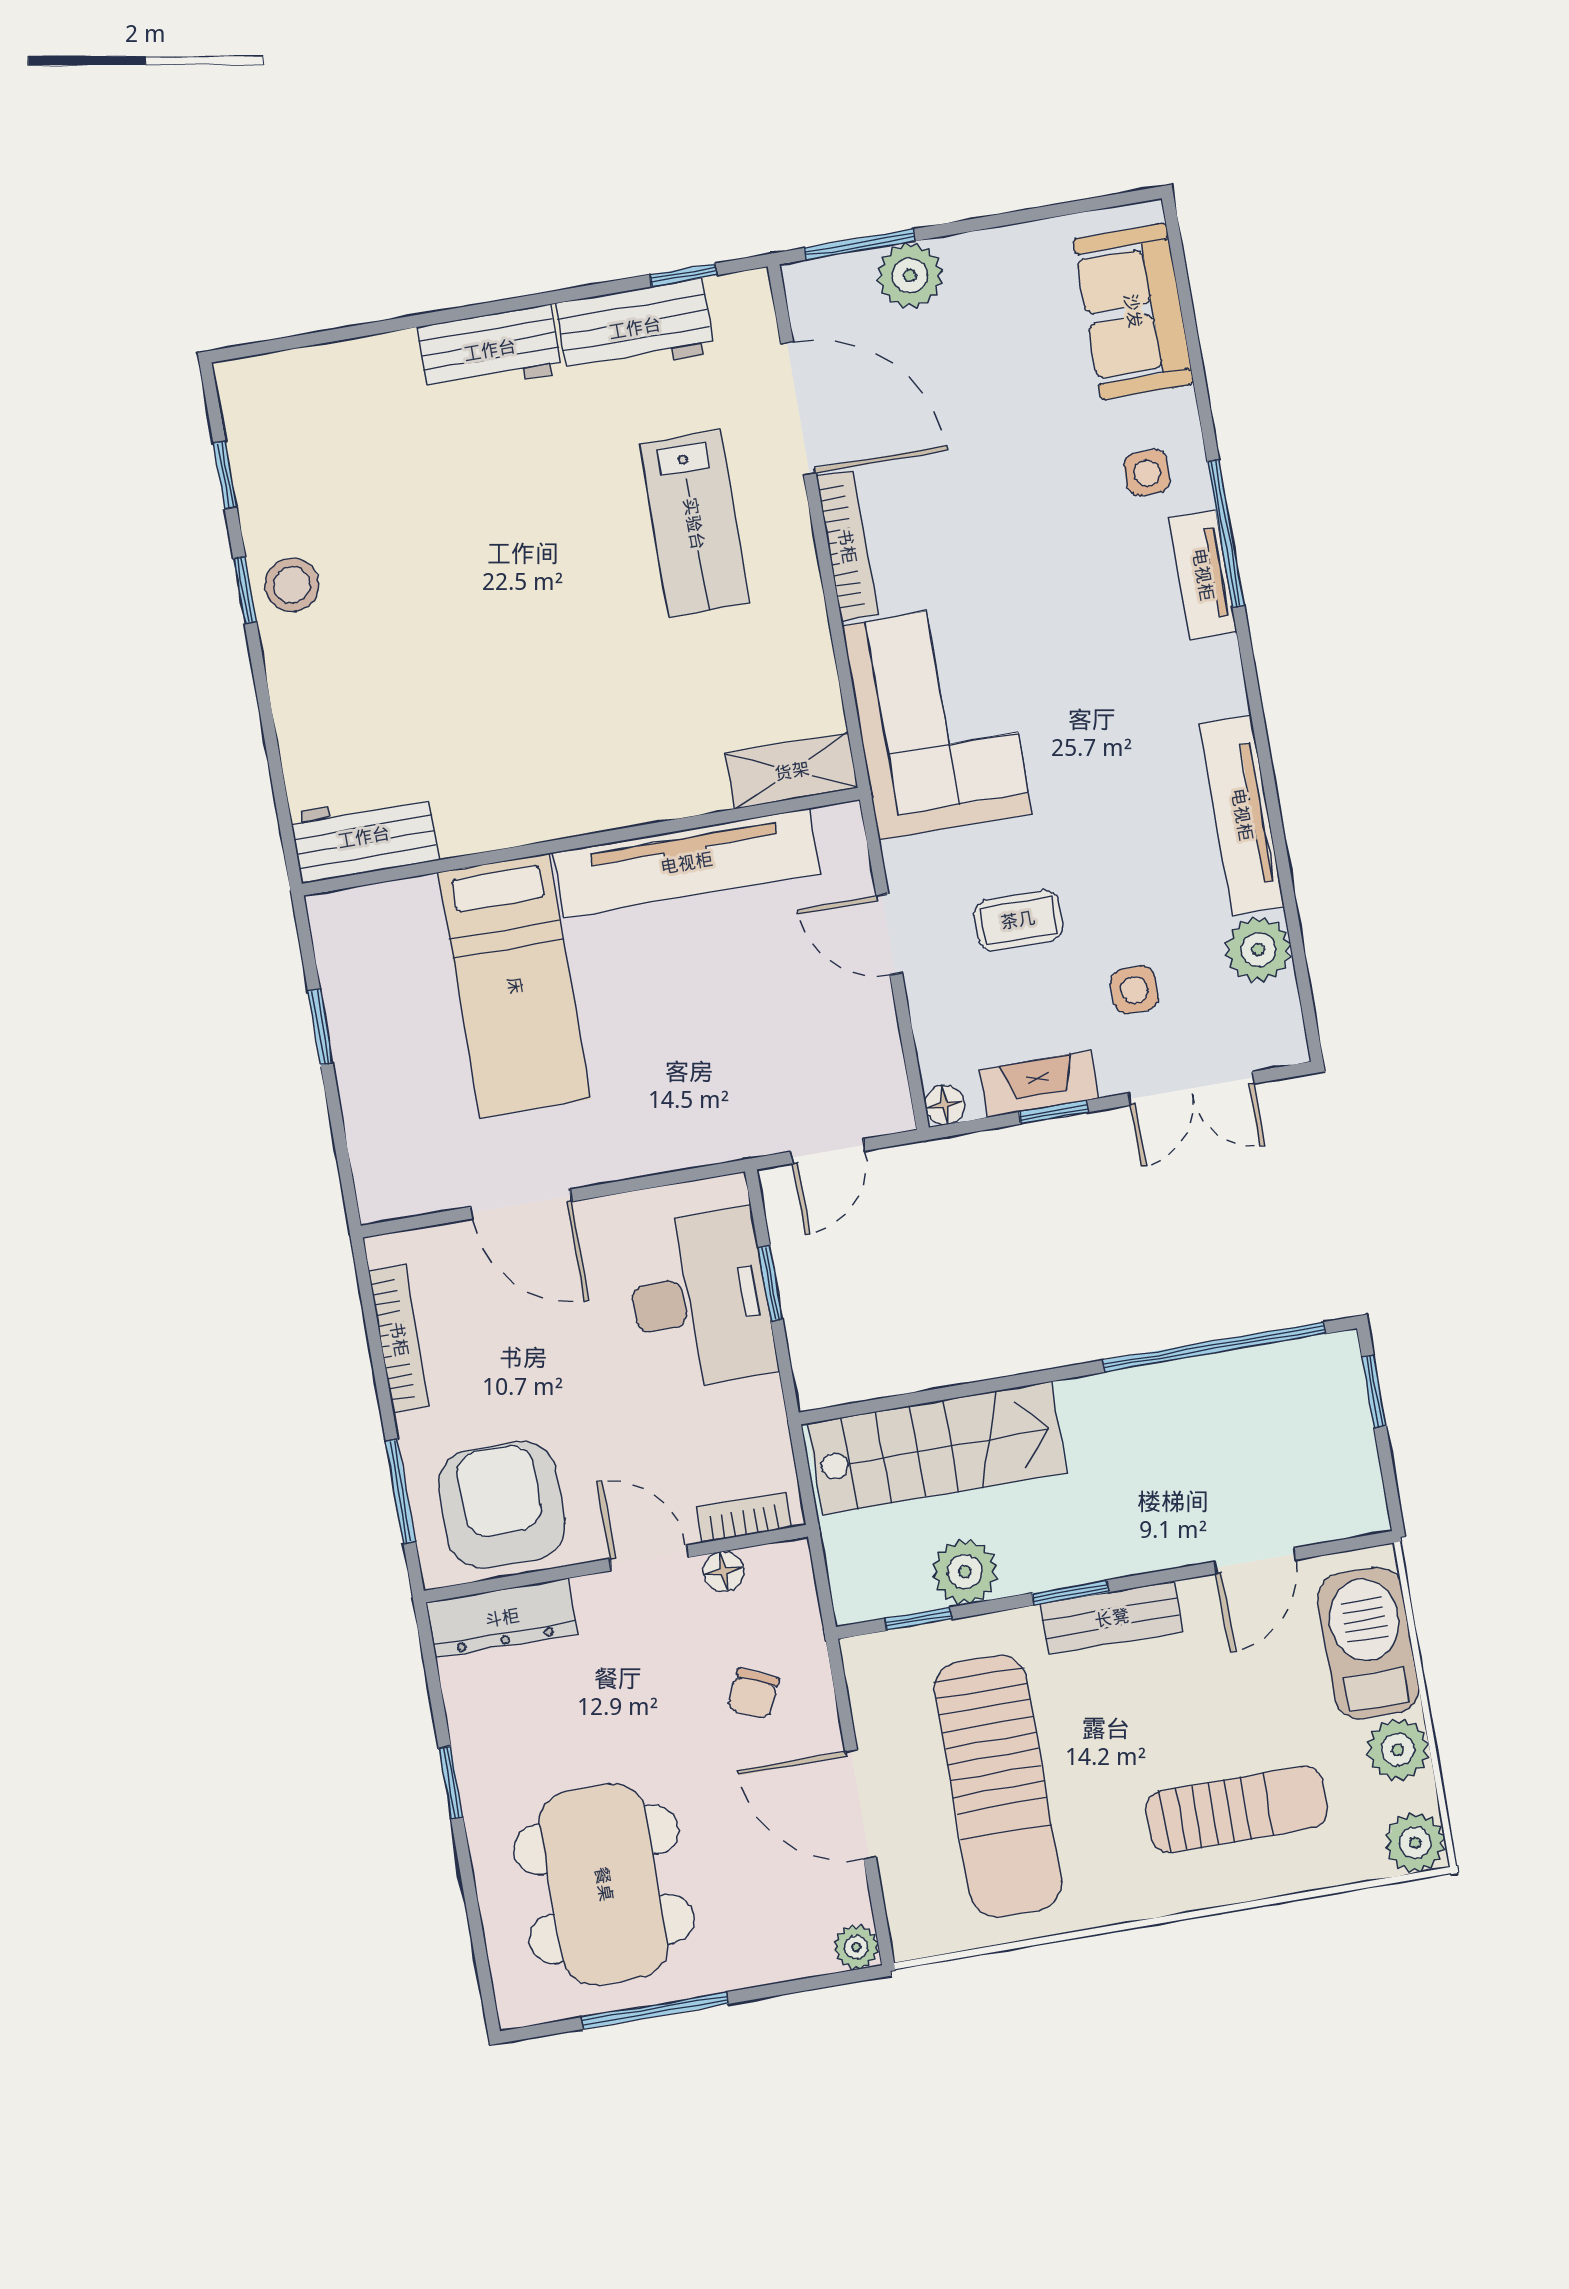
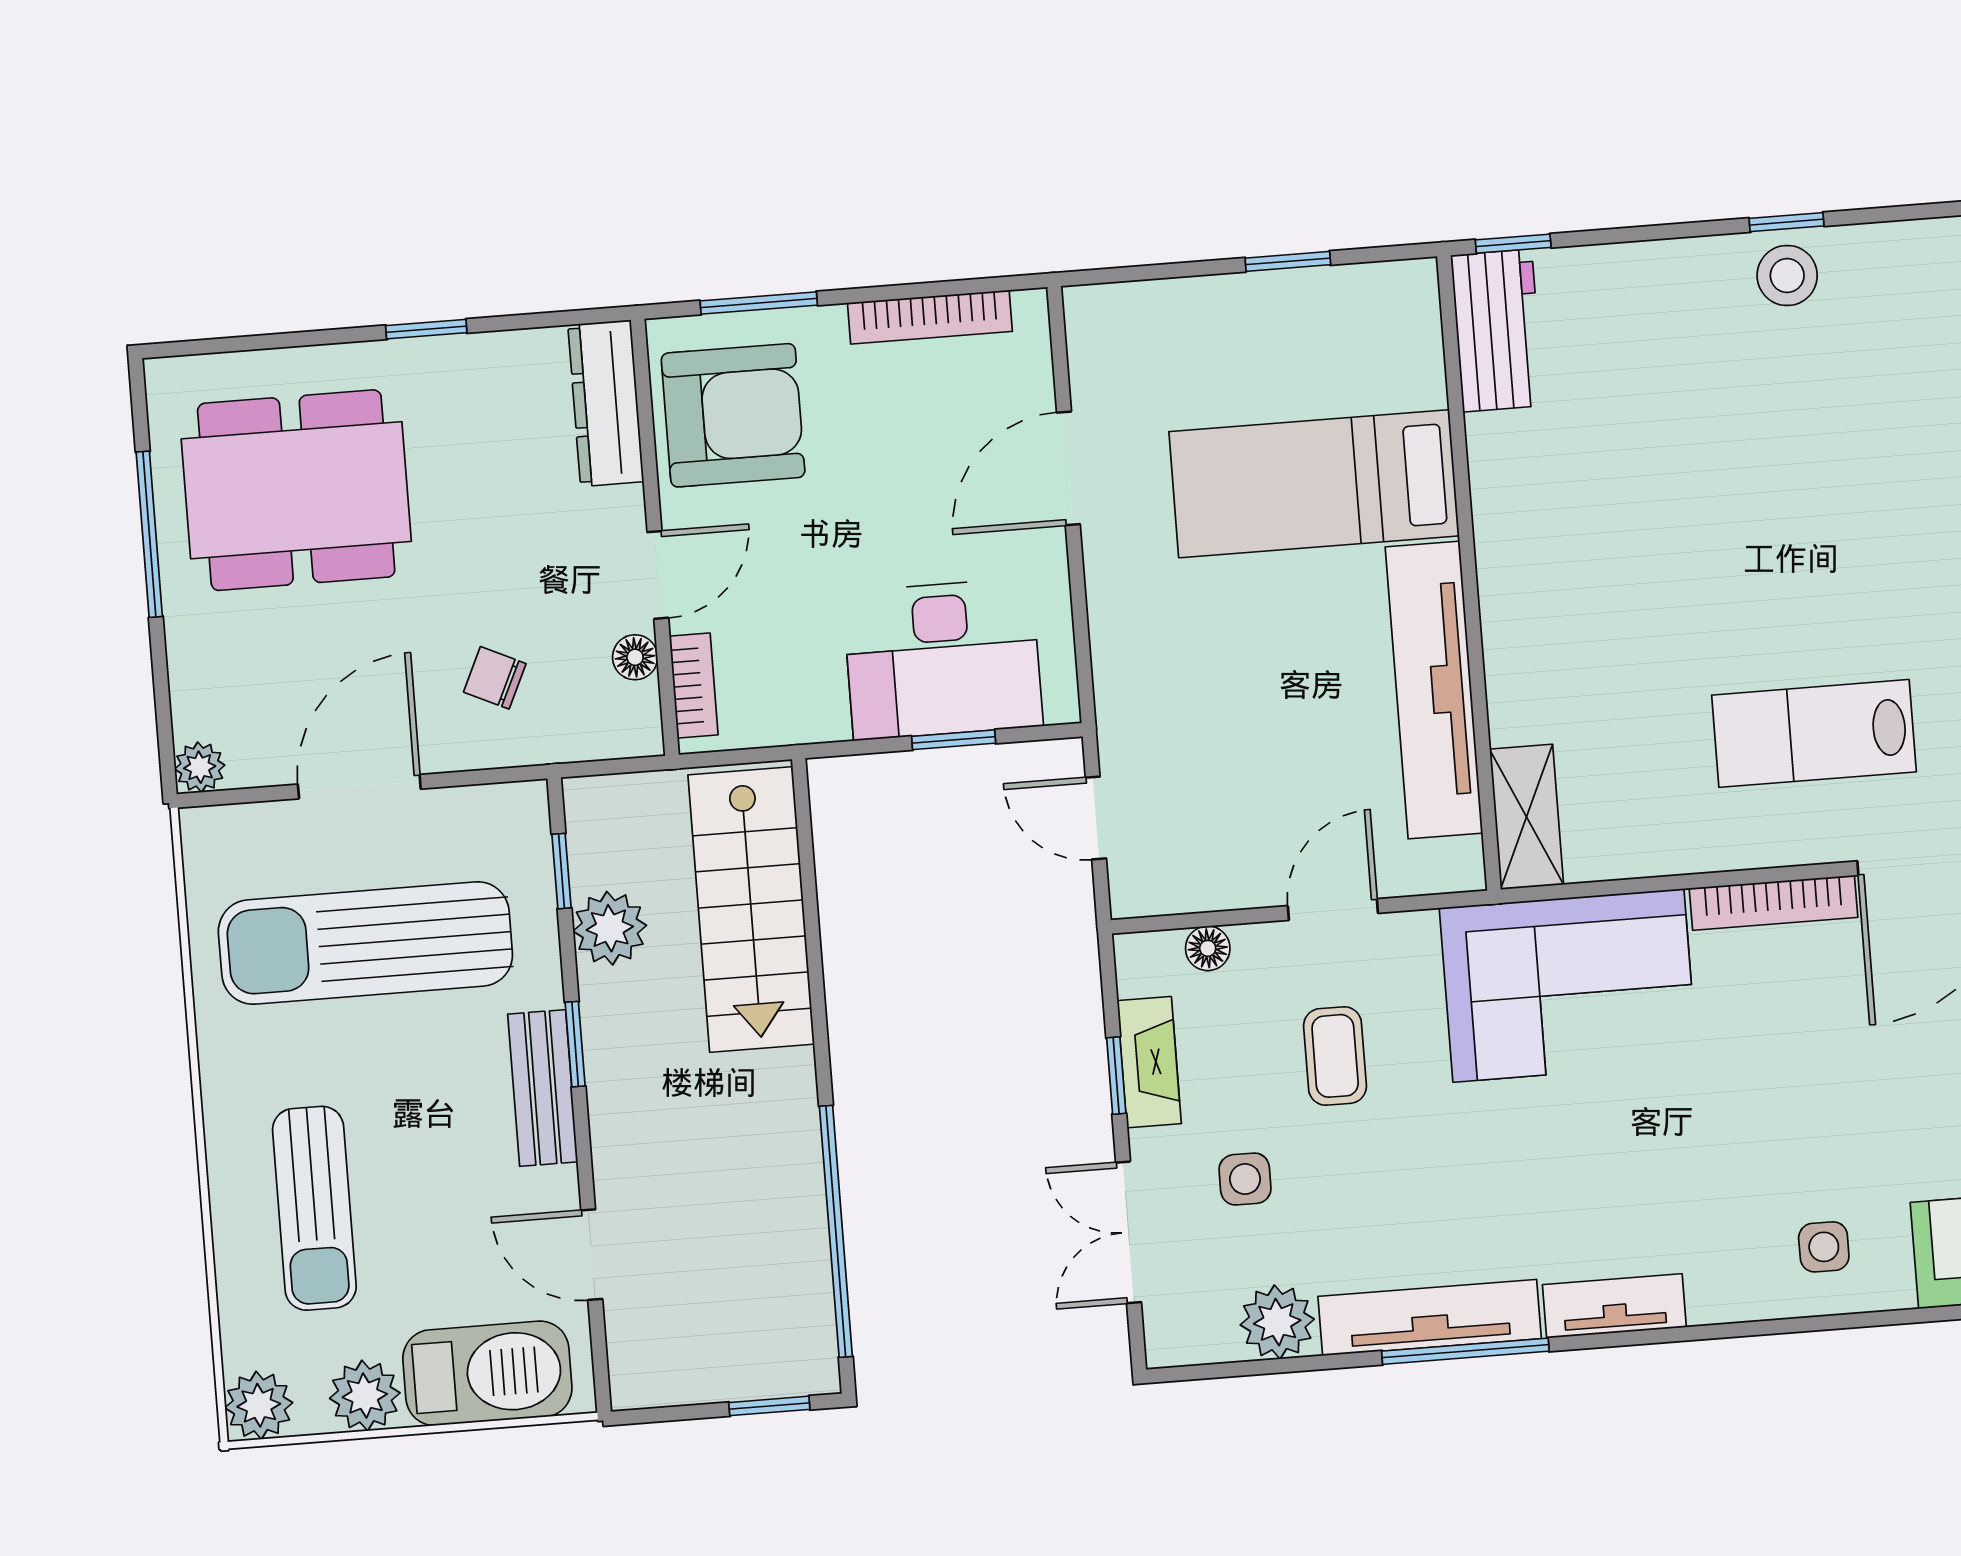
window: (225, 475) -> (1513, 244), moved
window: (1226, 533) -> (1465, 1351), moved
tv unit: (1203, 575) -> (1614, 1306), moved
floor lamp: (945, 1105) -> (1208, 948), moved

